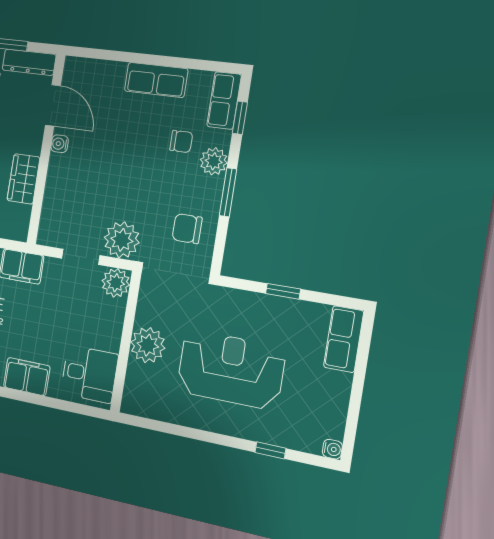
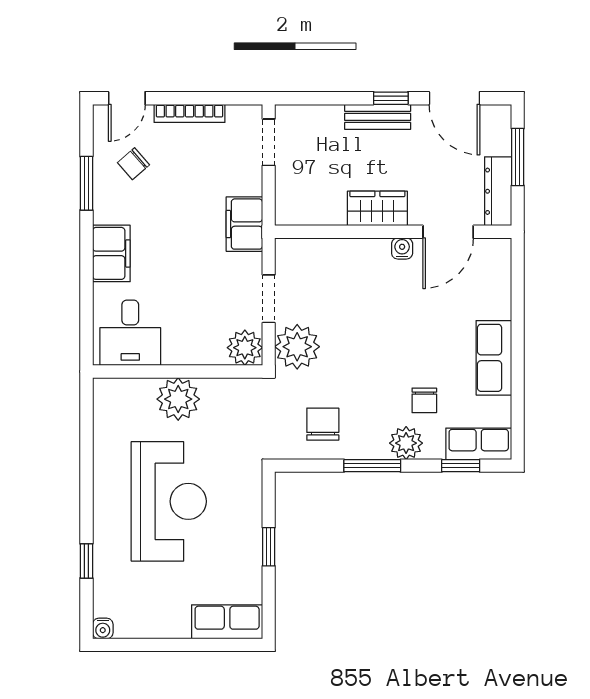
wardrobe: (24, 179) -> (377, 208), moved

